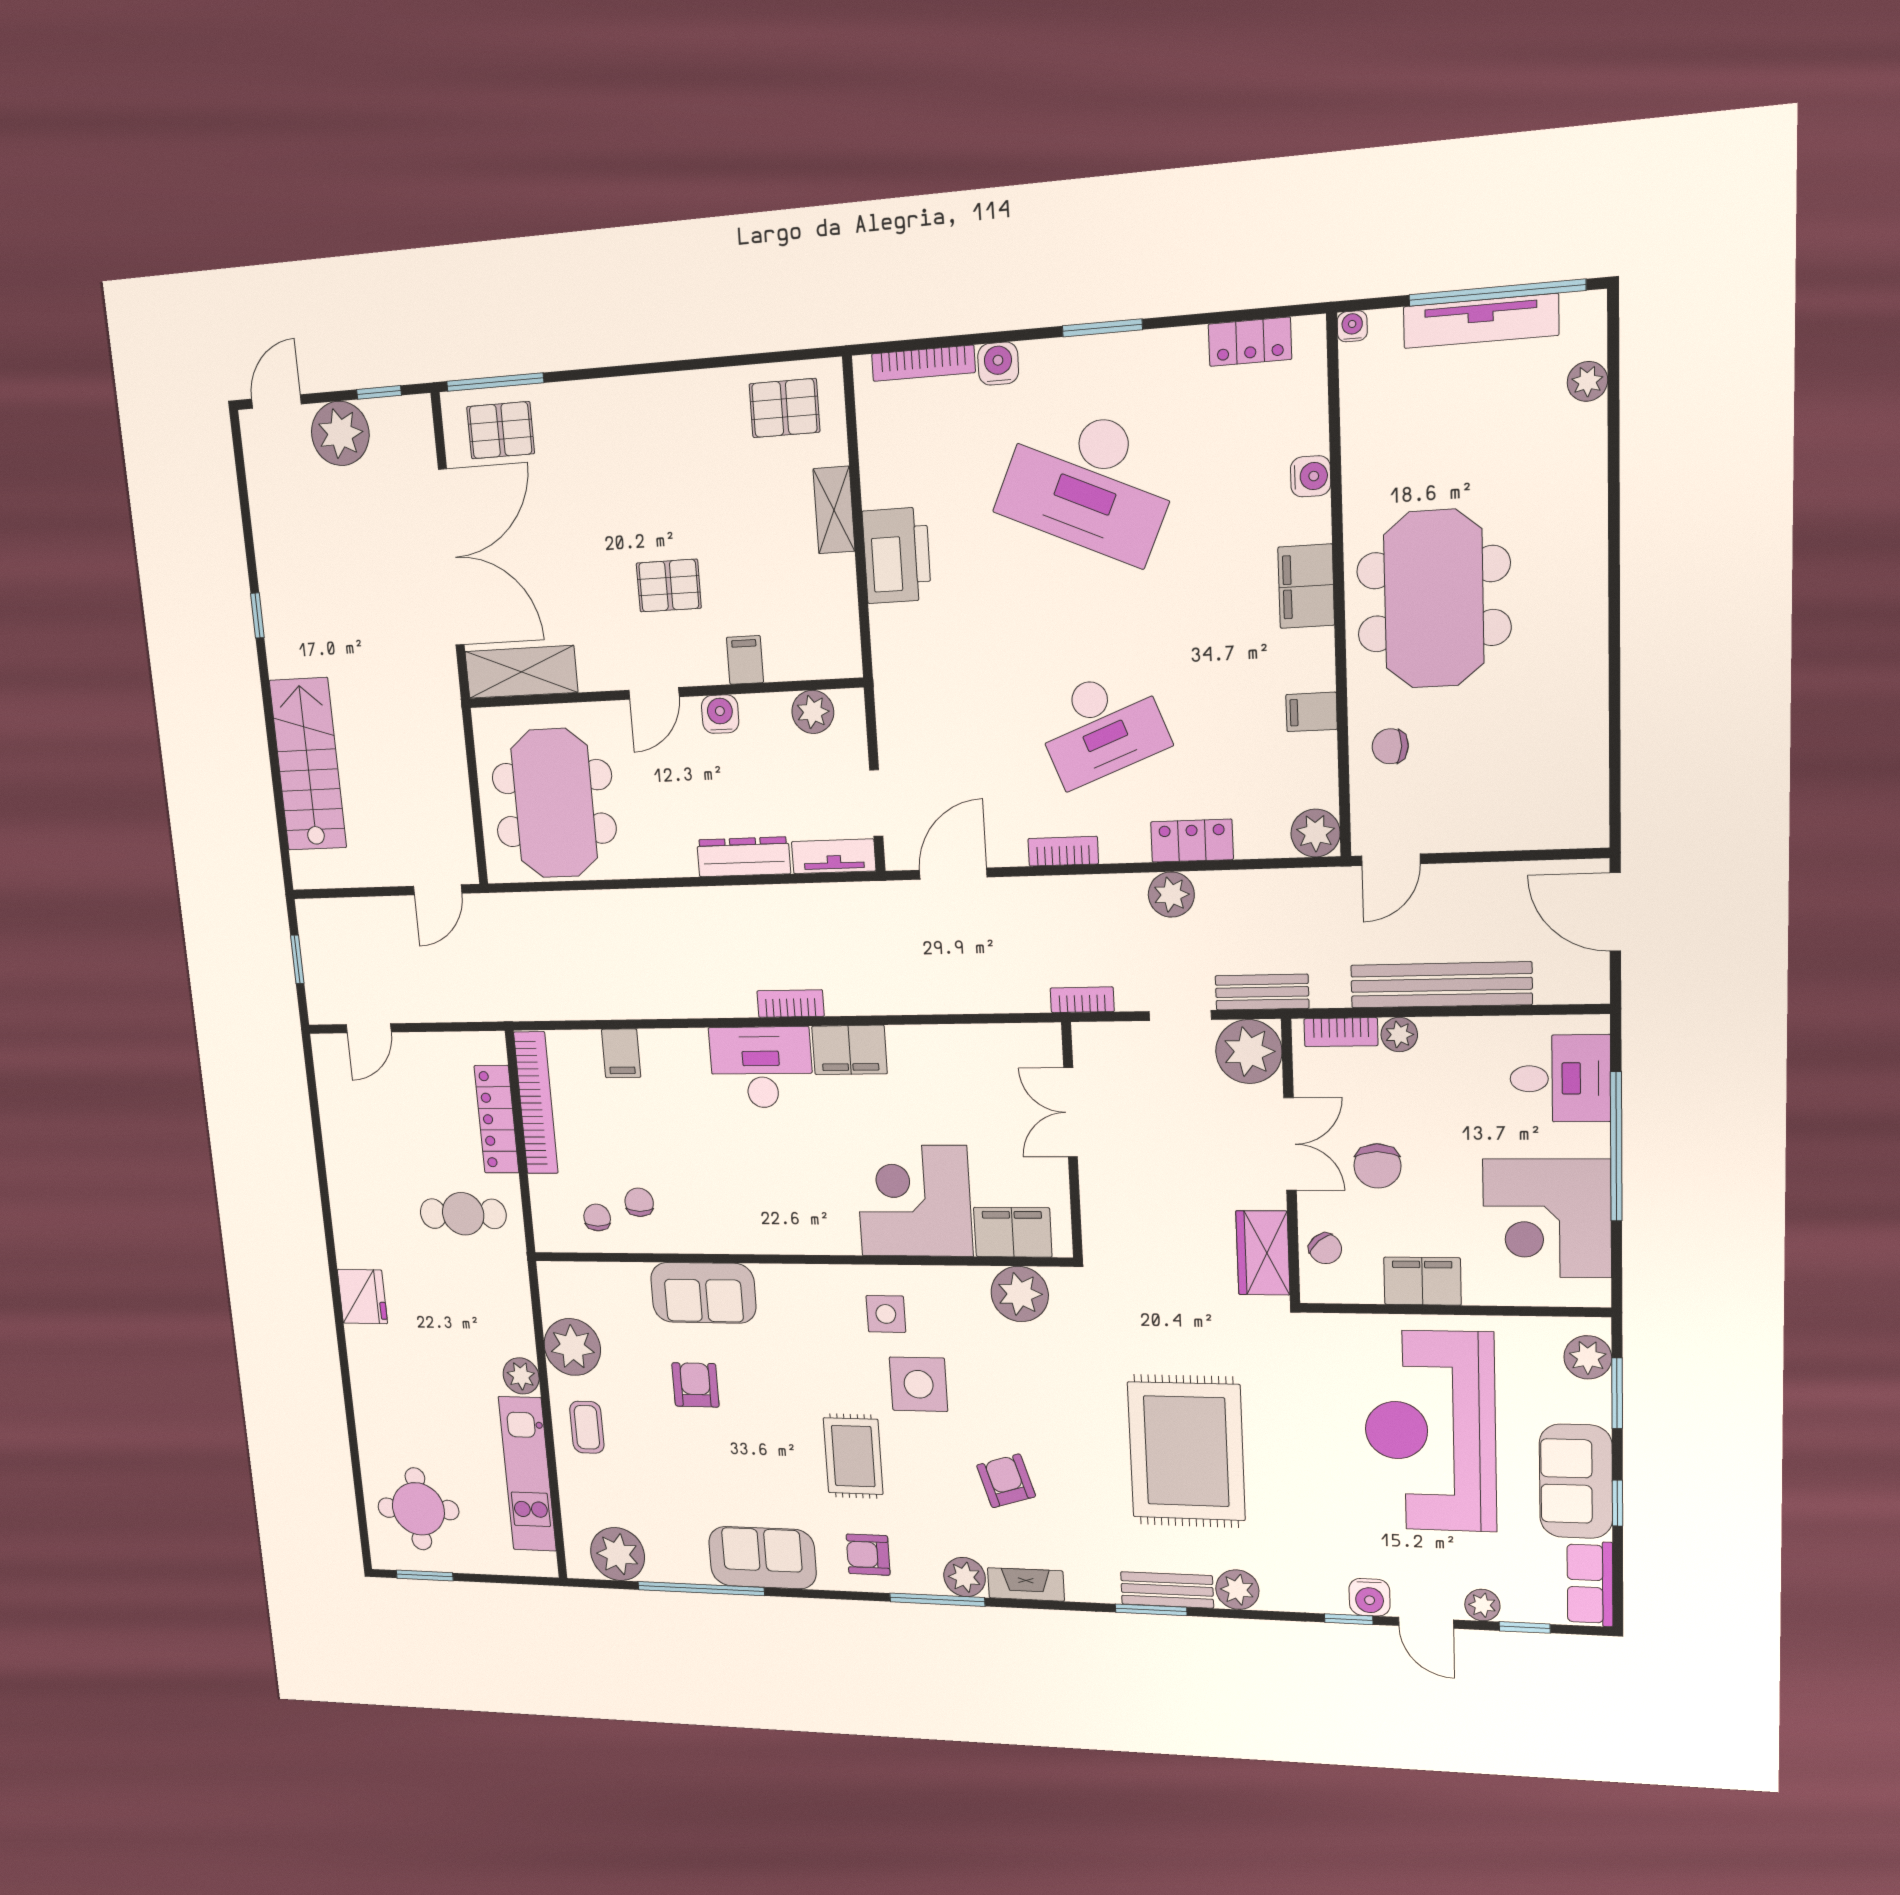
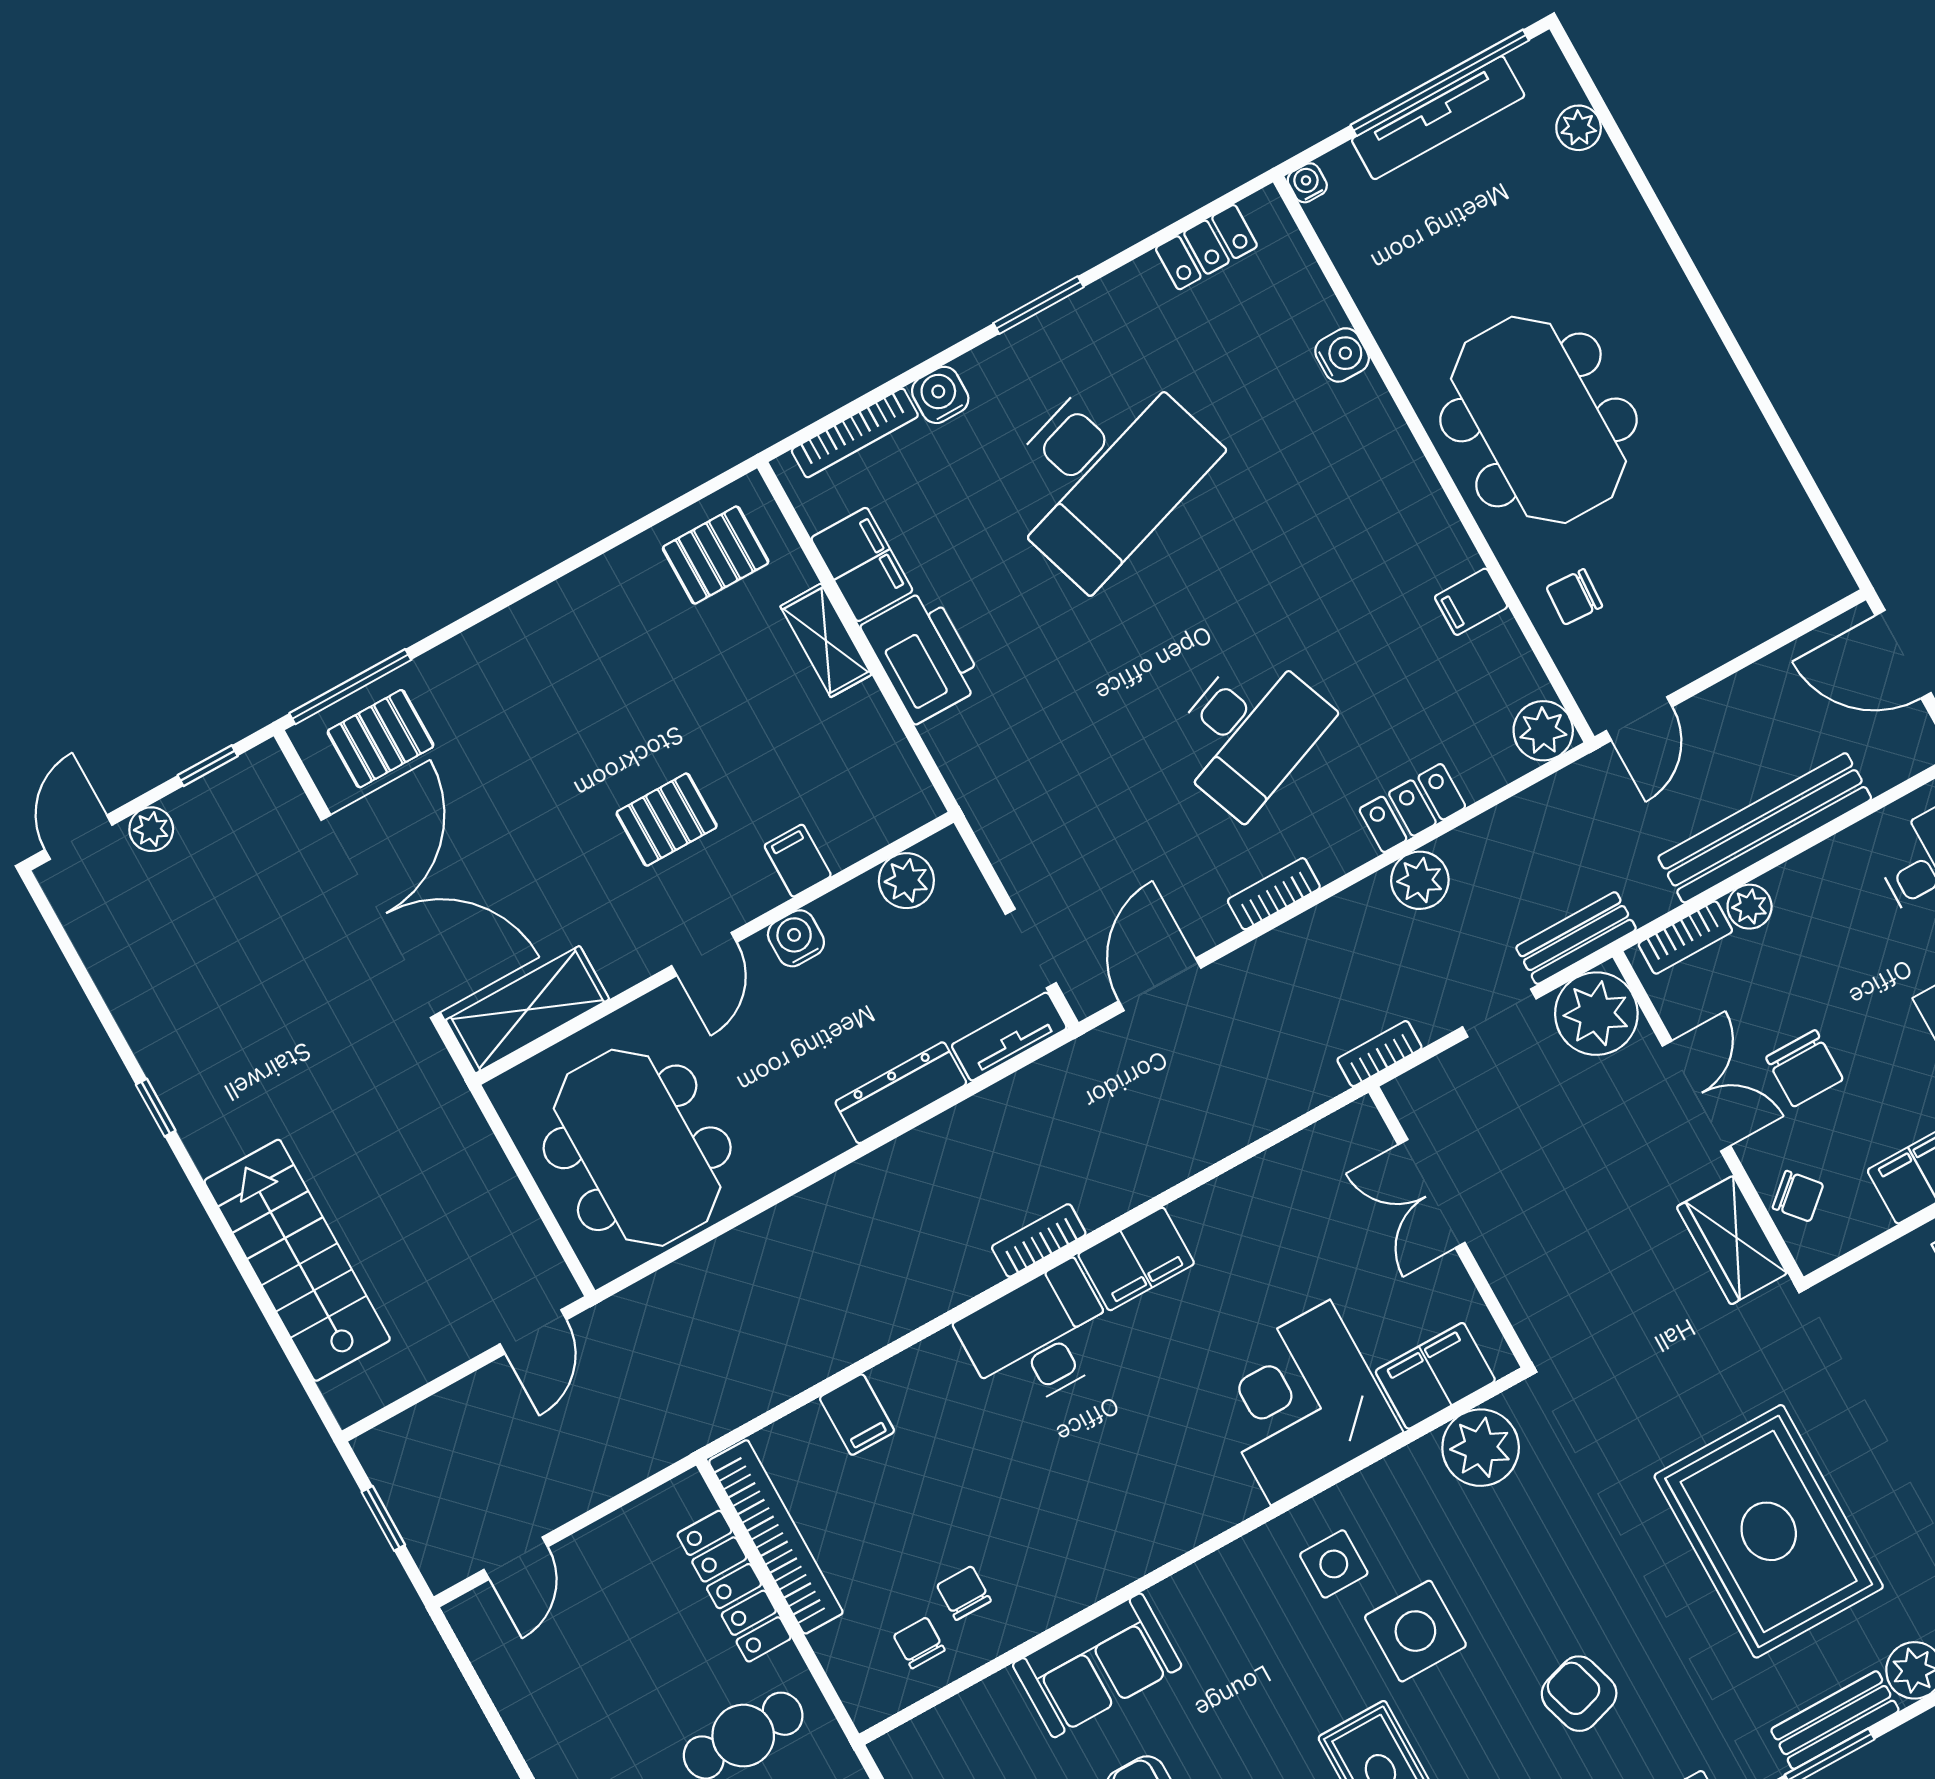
plant: (340, 433) -> (151, 829), width x0.53, depth x0.53
desk: (1090, 481) -> (1104, 472), turned -42
filing cabinet: (1306, 586) -> (862, 564), moved, turned 180

